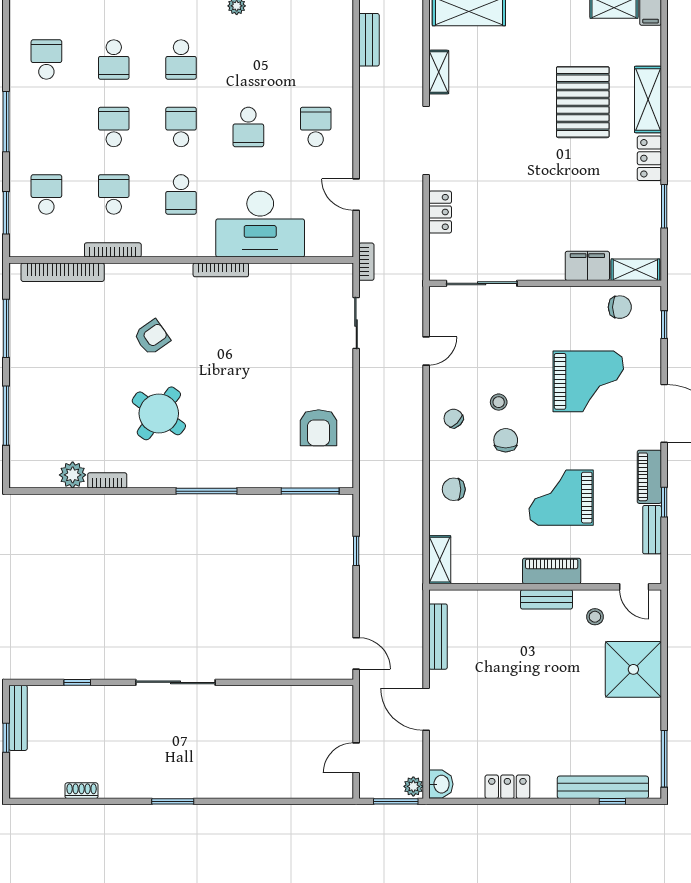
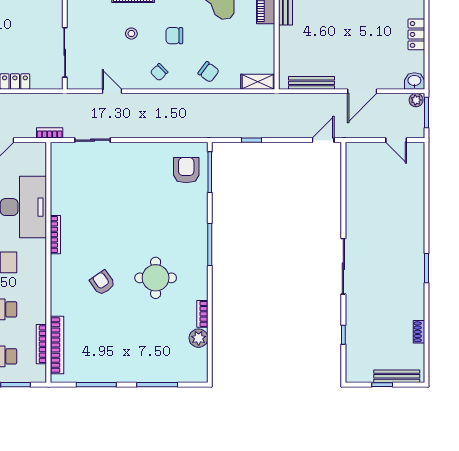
bookcase: (113, 250) -> (41, 344), moved
stool: (499, 402) -> (131, 34), moved
round table: (159, 413) -> (156, 278), turned -36
armchair: (319, 428) -> (186, 170), moved, turned -90
chair: (454, 489) -> (209, 72), turned -53
bench: (18, 718) -> (397, 376), moved

